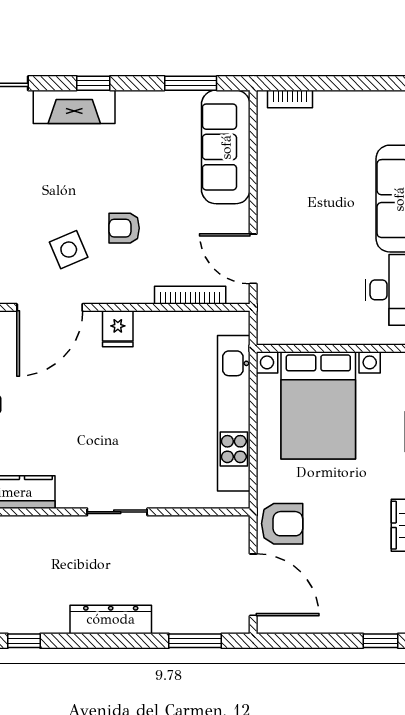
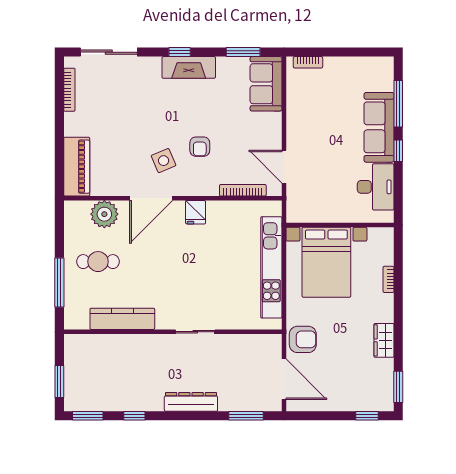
fireplace: (74, 107) -> (189, 67), moved
sofa: (226, 147) -> (266, 84), width x0.73
armchair: (124, 228) -> (200, 147), turned -90

